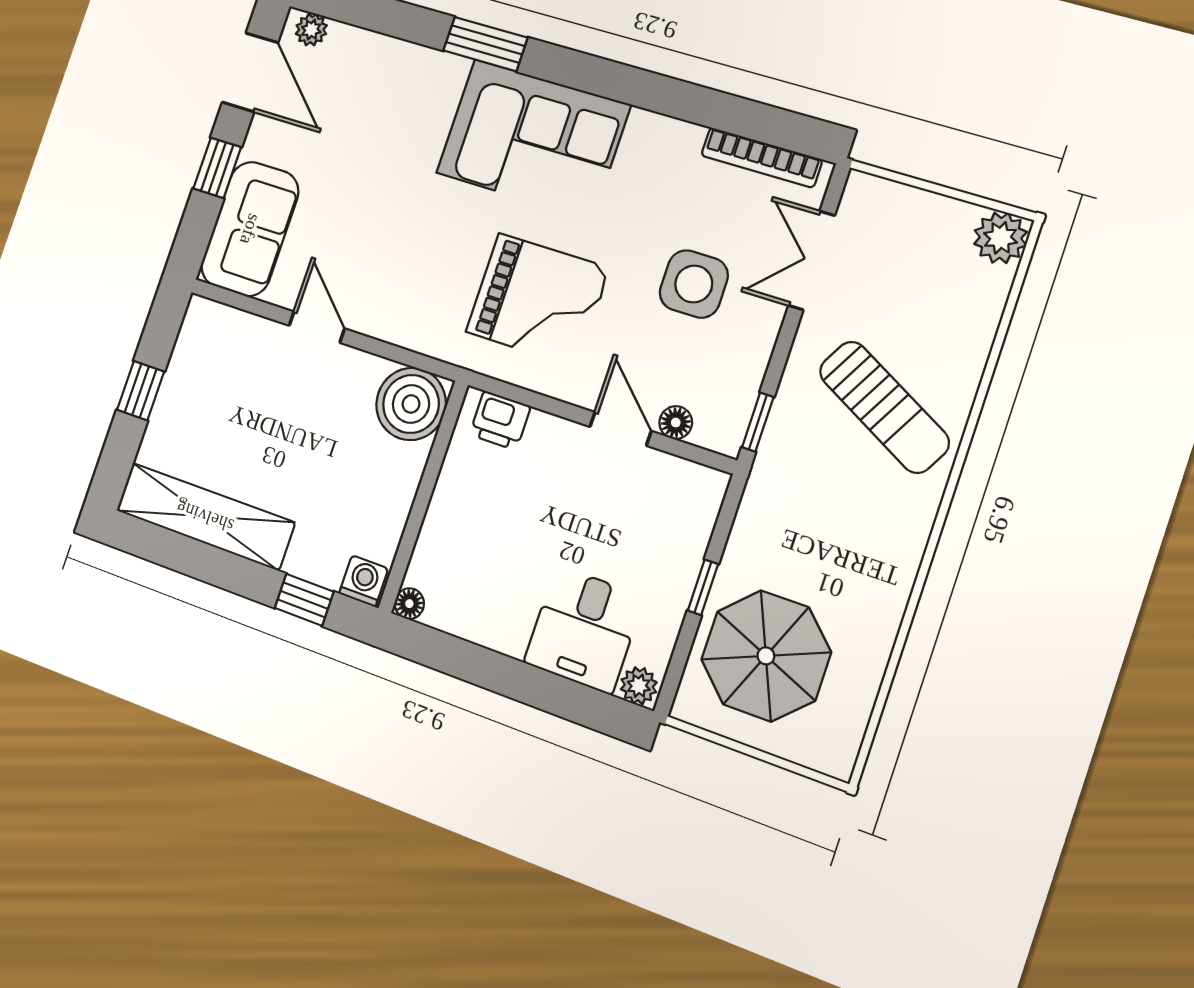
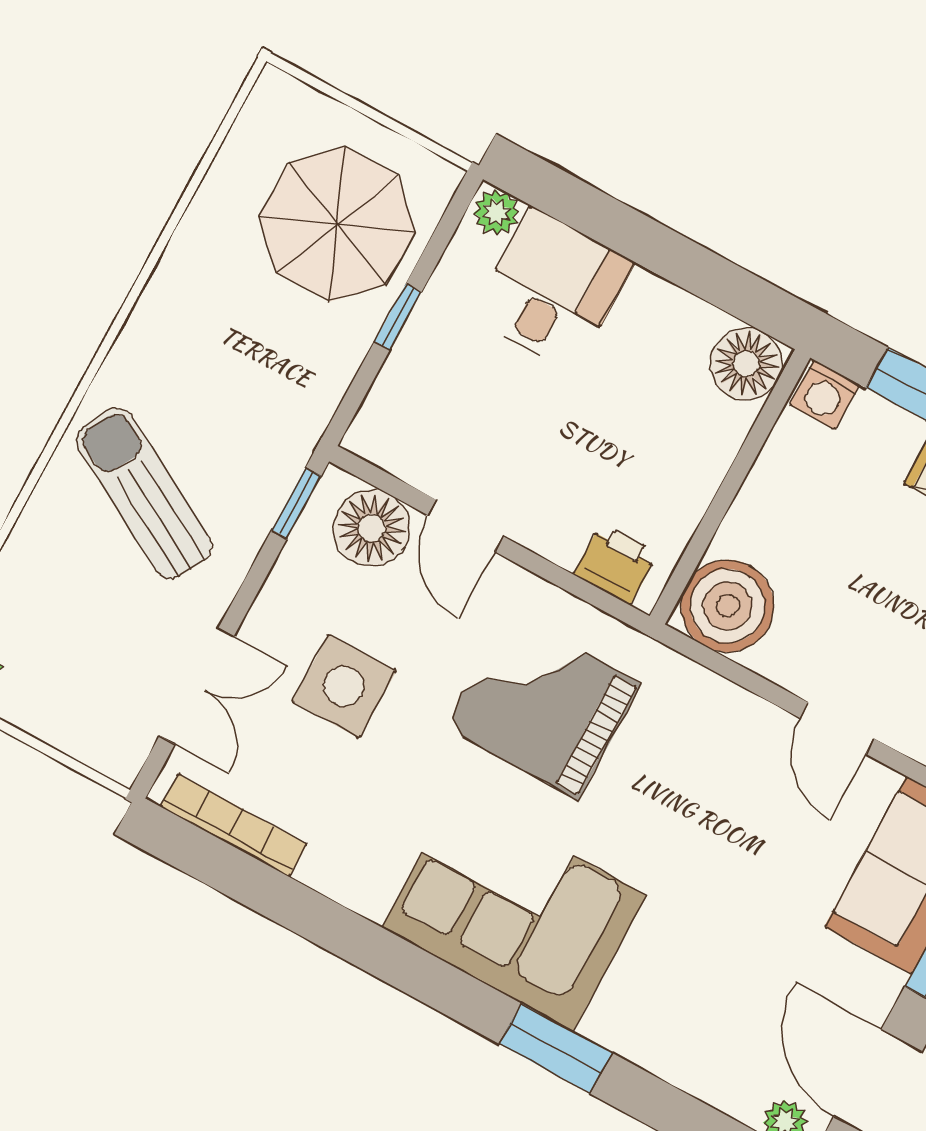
floor lamp: (676, 423) -> (372, 528), width x1.89, depth x1.89
floor lamp: (409, 604) -> (746, 364), width x1.89, depth x1.89

